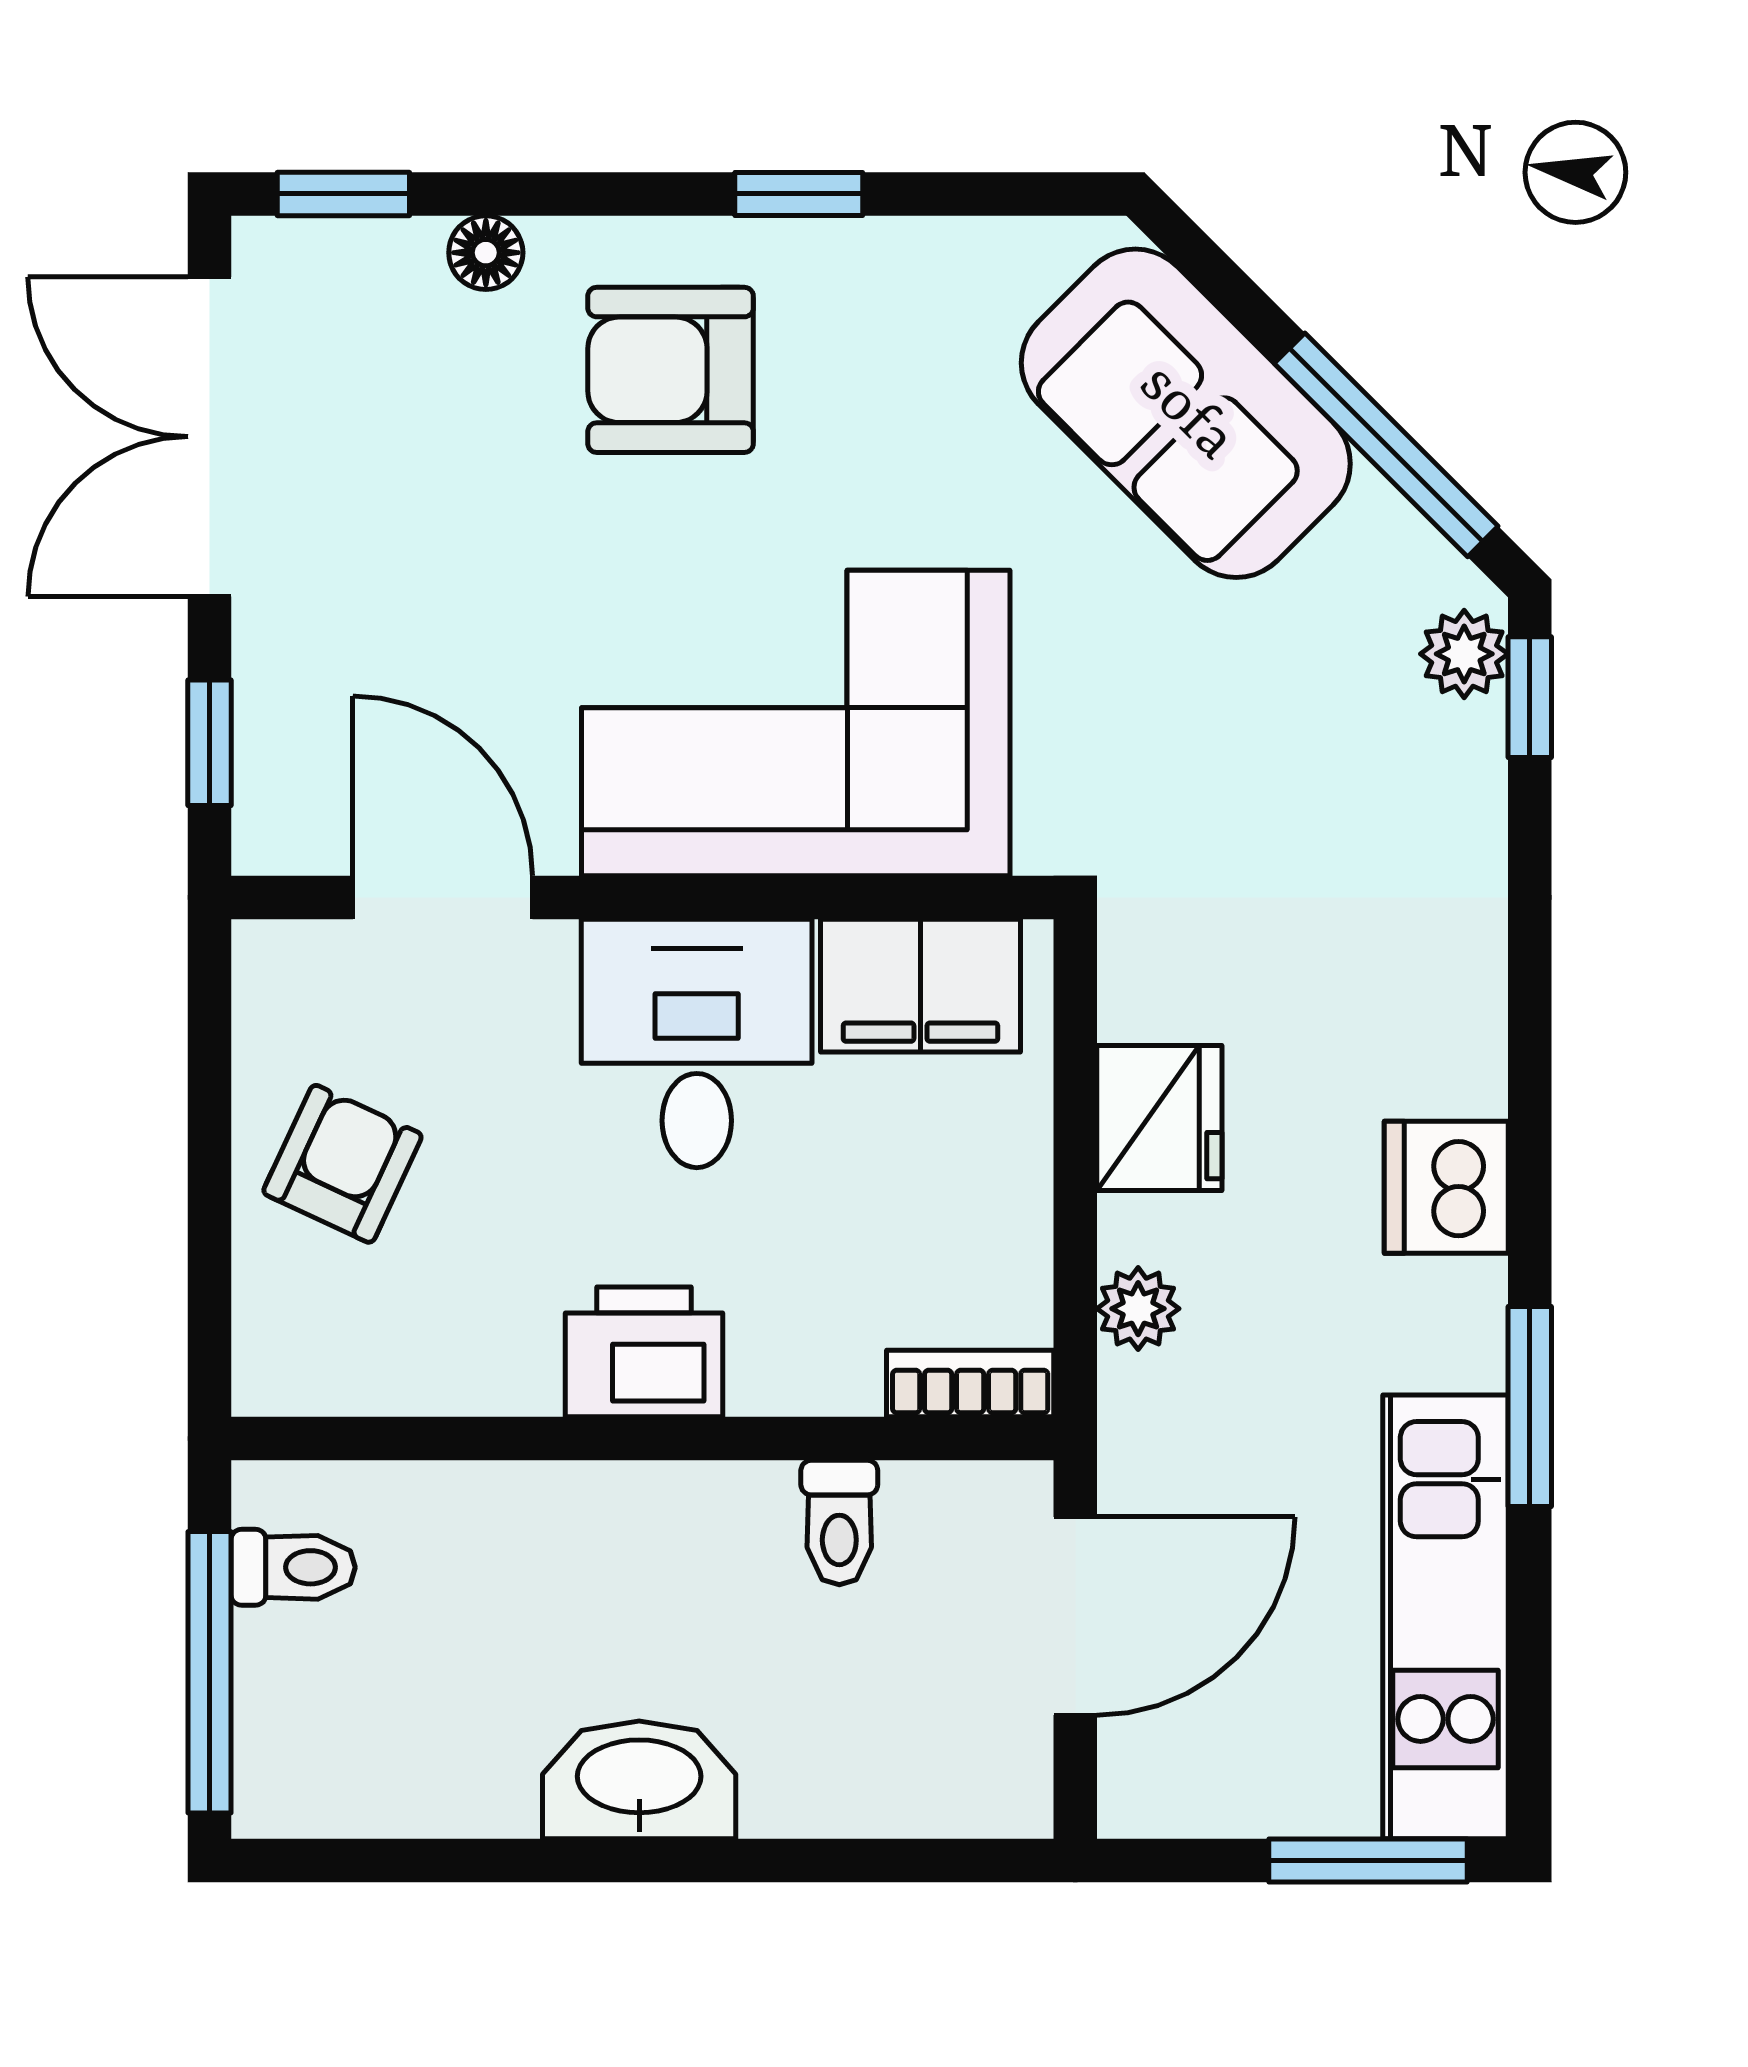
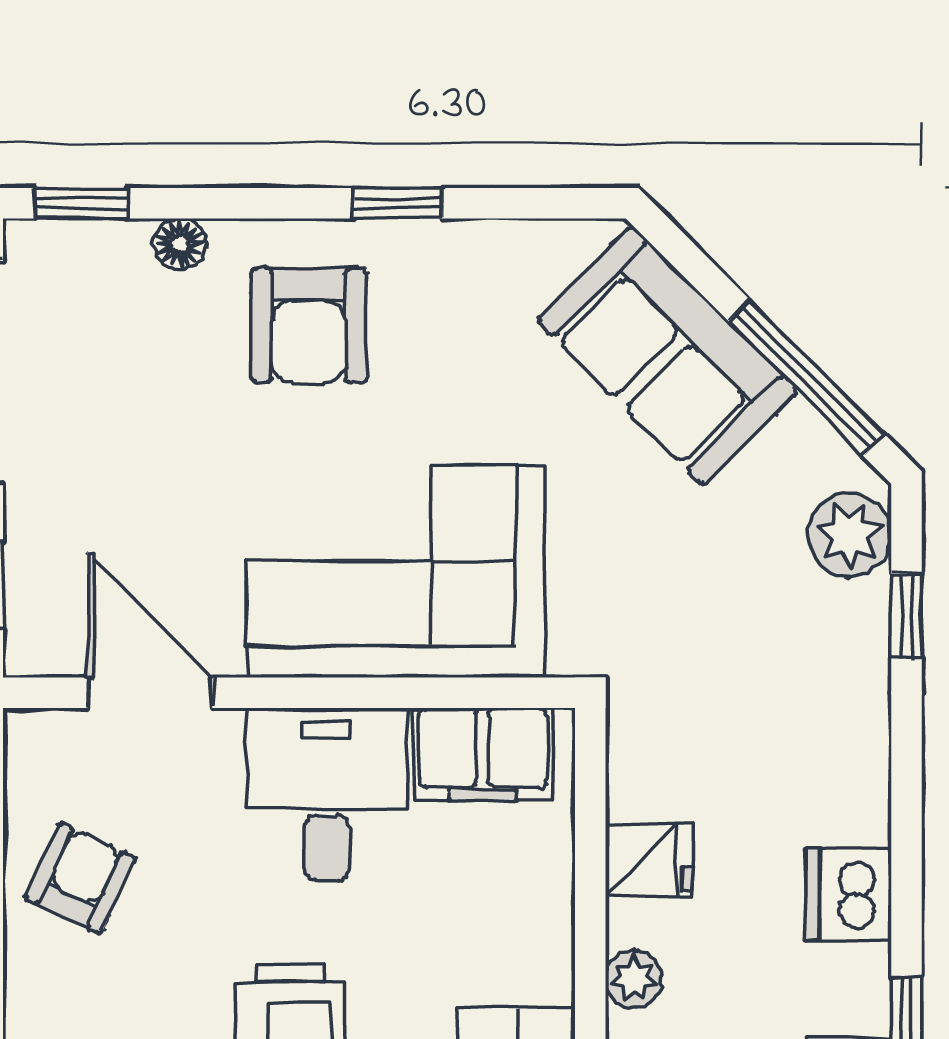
armchair: (671, 370) -> (309, 326), turned -90
plant: (1464, 654) -> (849, 535), width x1.38, depth x1.38
window: (1530, 697) -> (907, 615), moved
fridge: (1159, 1118) -> (649, 860), width x0.72

